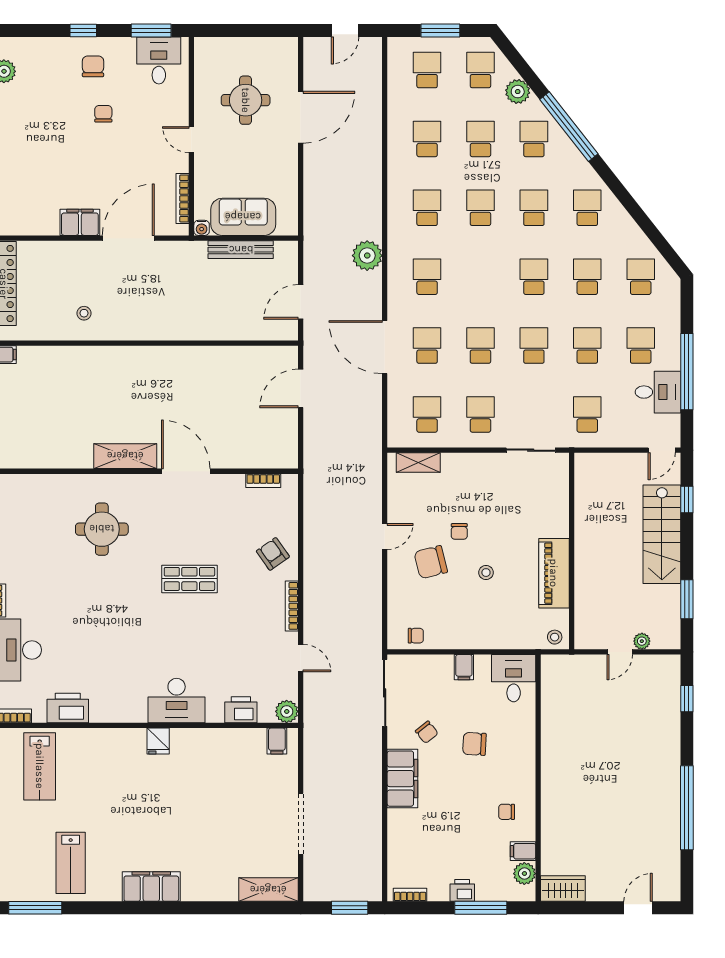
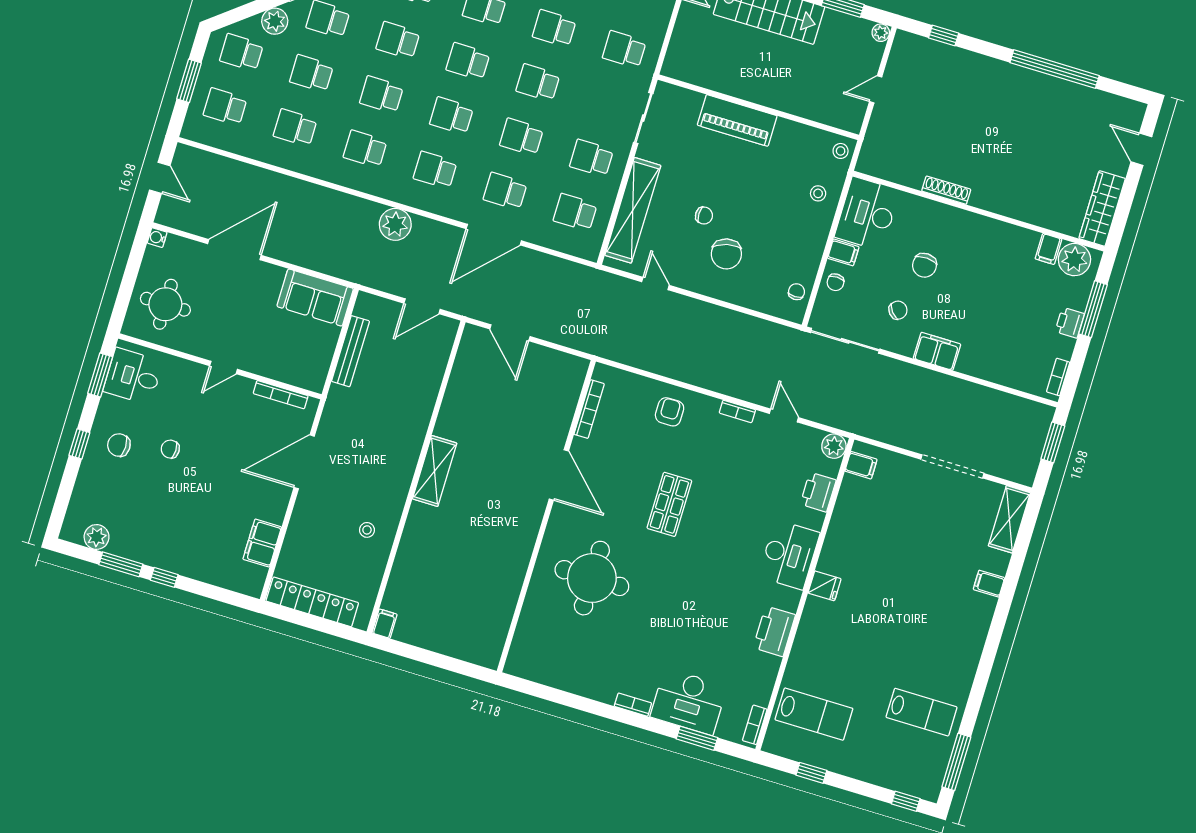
round table: (246, 100) -> (165, 304), moved
door: (301, 117) -> (234, 250), hinge flipped
sofa: (243, 217) -> (315, 297), moved, turned -90
filing cabinet: (80, 222) -> (262, 543), moved
water cooler: (202, 228) -> (157, 238), moved, turned 180
door: (128, 238) -> (304, 462), hinge flipped
school desk: (480, 277) -> (452, 116), added
door: (301, 302) -> (422, 306), hinge flipped
shelving: (125, 456) -> (435, 471), moved
shelving: (418, 463) -> (633, 210), width x2.20, depth x1.33
door: (186, 471) -> (559, 475), swing flipped
bookcase: (263, 481) -> (589, 409), width x1.56
round table: (102, 529) -> (592, 578), width x1.36, depth x1.36
door: (385, 536) -> (655, 284), moved
armchair: (273, 554) -> (670, 412), turned 125
stool: (486, 573) -> (818, 193), moved
piano: (554, 573) -> (737, 120), moved
bookcase: (292, 606) -> (737, 411), width x0.64
plant: (642, 641) -> (881, 33), moved
door: (620, 652) -> (876, 89), swing flipped
door: (301, 658) -> (784, 416), hinge flipped
desk: (514, 678) -> (867, 214), width x1.37
printer: (68, 708) -> (774, 631), moved
shoe rack: (548, 743) -> (946, 190), added
filing cabinet: (402, 779) -> (937, 351), width x0.67, depth x0.86
chair: (507, 812) -> (835, 282), moved
plant: (524, 874) -> (1074, 260), width x1.36, depth x1.36
filing cabinet: (151, 887) -> (989, 584), moved, width x0.33, depth x0.86
wardrobe: (563, 889) -> (1102, 208), width x1.50

